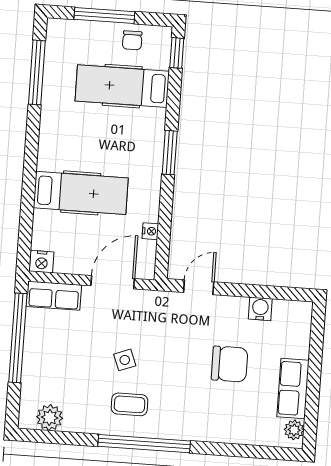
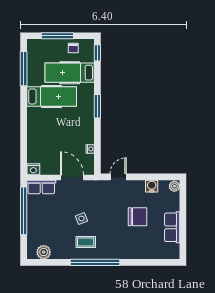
hospital bed: (81, 193) -> (52, 96), moved
door: (113, 282) -> (72, 178), hinge flipped
plant: (294, 430) -> (174, 186), moved

